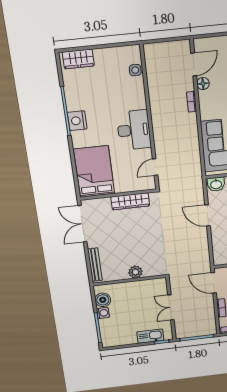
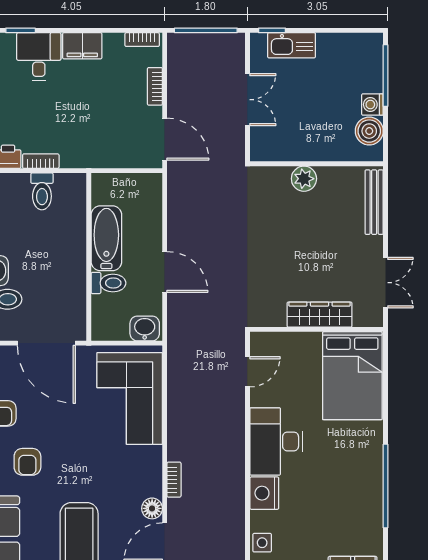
nightstand: (77, 121) -> (264, 493), moved, turned 180
wardrobe: (130, 201) -> (320, 315), moved
double door: (82, 224) -> (385, 283), width x0.73

